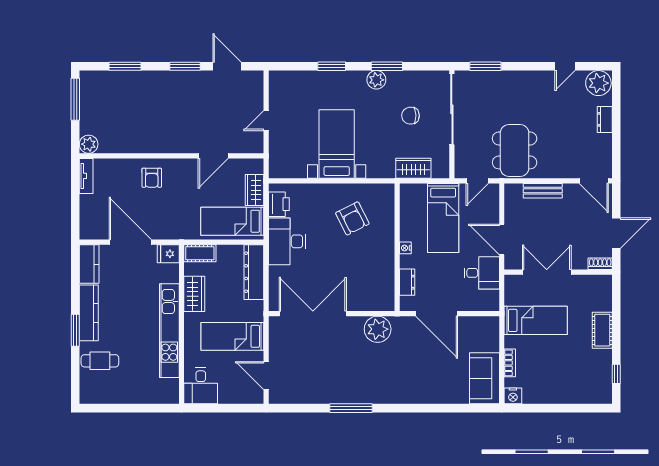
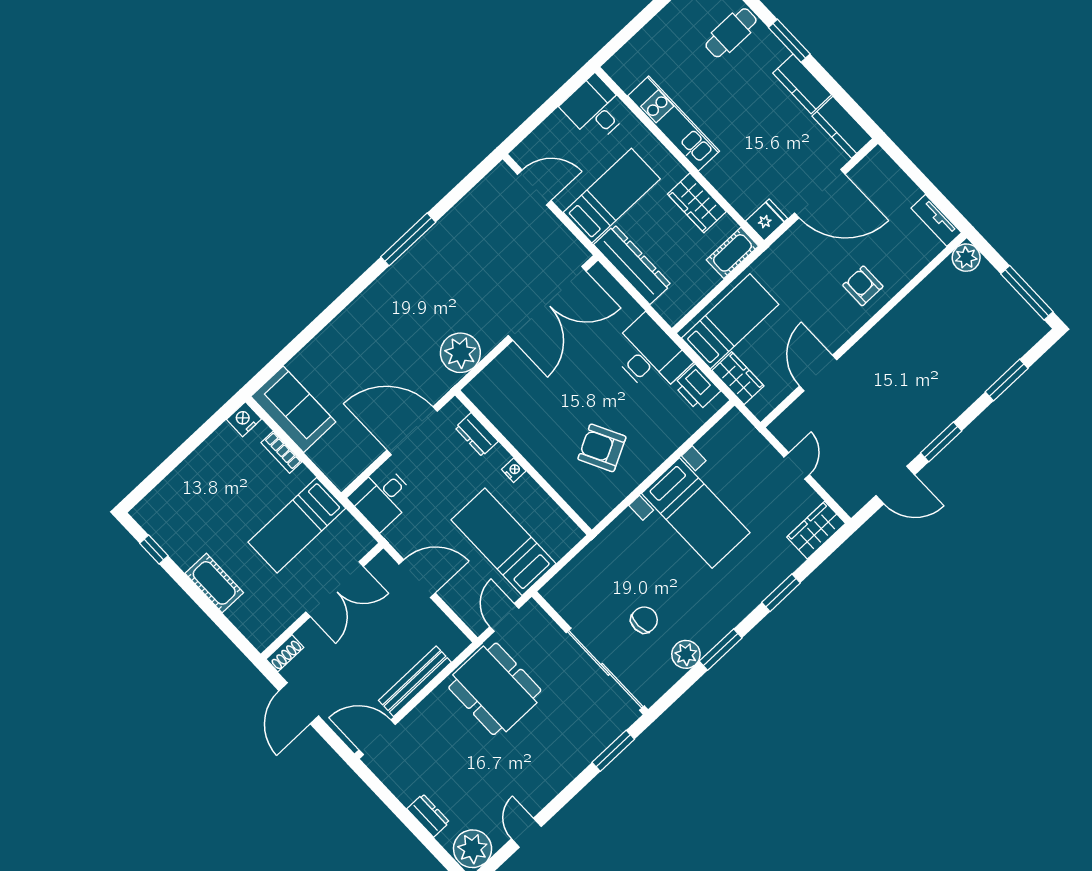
plant: (376, 80) -> (686, 654), moved
wardrobe: (413, 168) -> (816, 530), moved, turned 180
bench: (543, 191) -> (415, 681), width x1.36
dresser: (254, 272) -> (632, 265), moved
desk: (482, 273) -> (382, 498), moved
kitchen counter: (89, 313) -> (802, 84), width x0.67
kitchen unit: (169, 331) -> (674, 123), width x0.73

